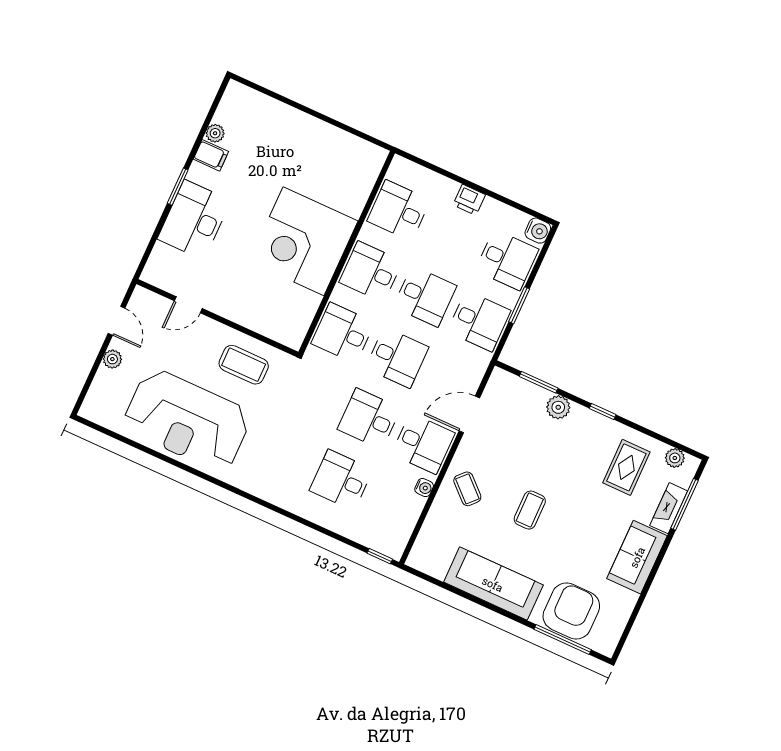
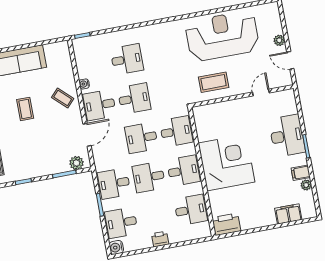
filing cabinet: (268, 111) -> (288, 214), added
printer: (363, 156) -> (226, 224), added
plant: (558, 407) -> (76, 163), moved

